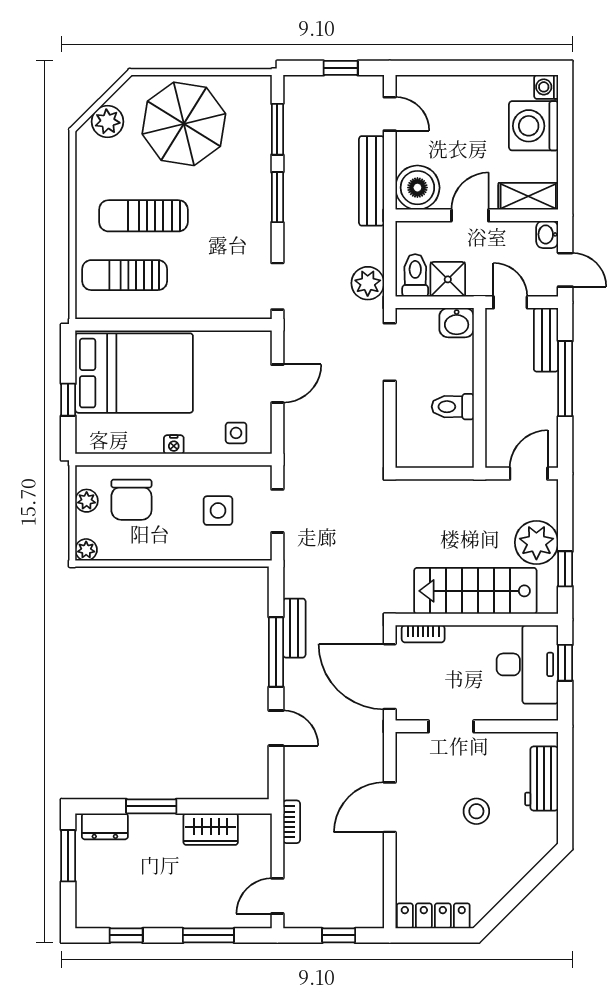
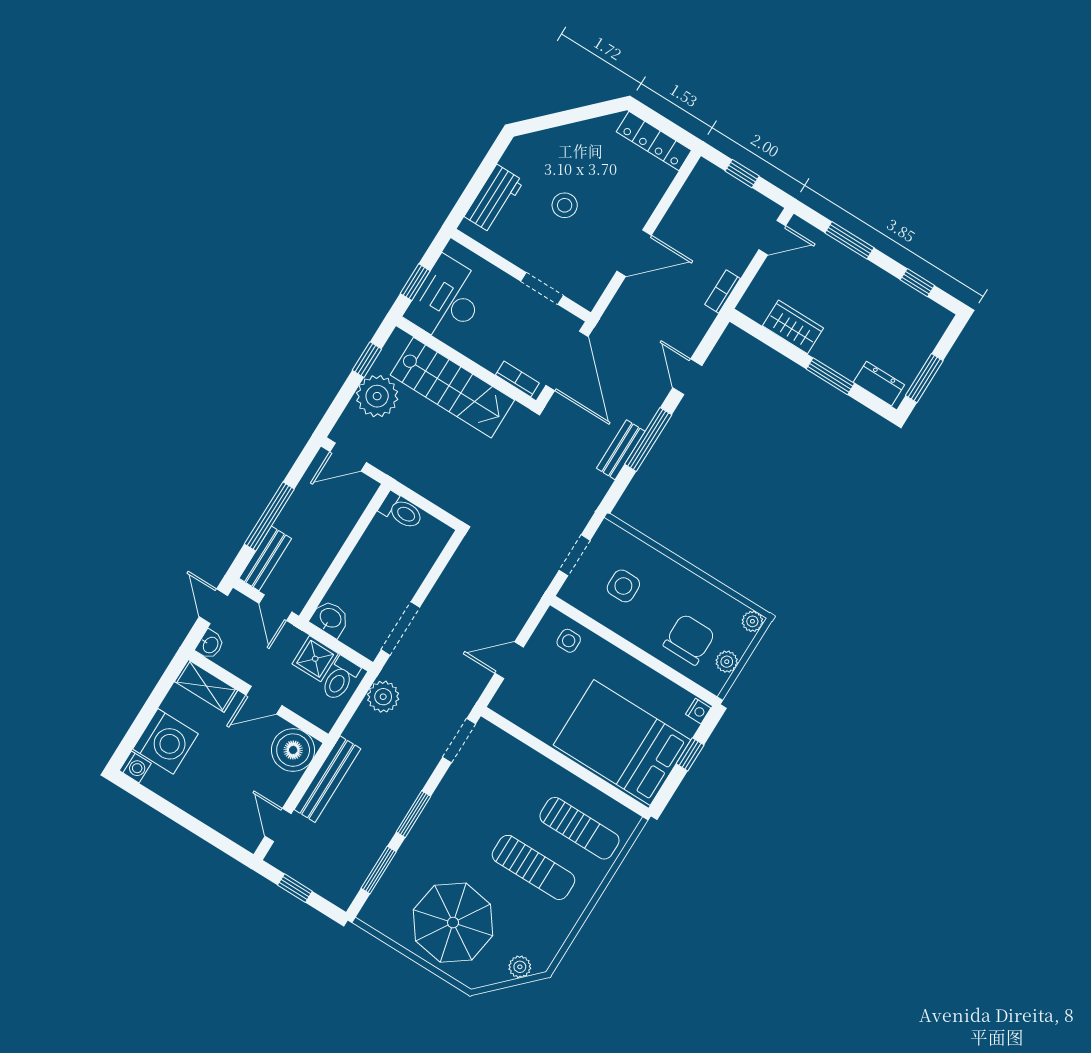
plant: (107, 122) -> (520, 967), width x0.73, depth x0.73
toilet: (453, 407) -> (401, 511), moved
nightstand: (174, 445) -> (698, 711), moved, turned 90

